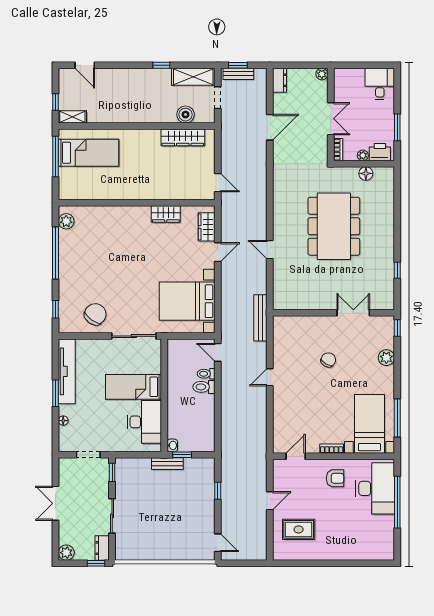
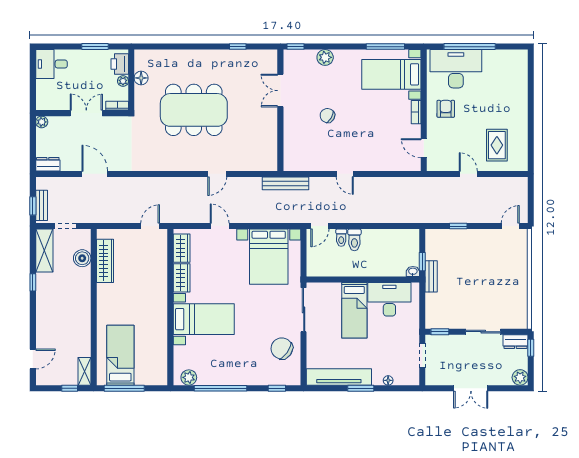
wardrobe: (207, 227) -> (182, 248), moved, turned -90
bed with nightstands: (125, 236) -> (204, 319), added

